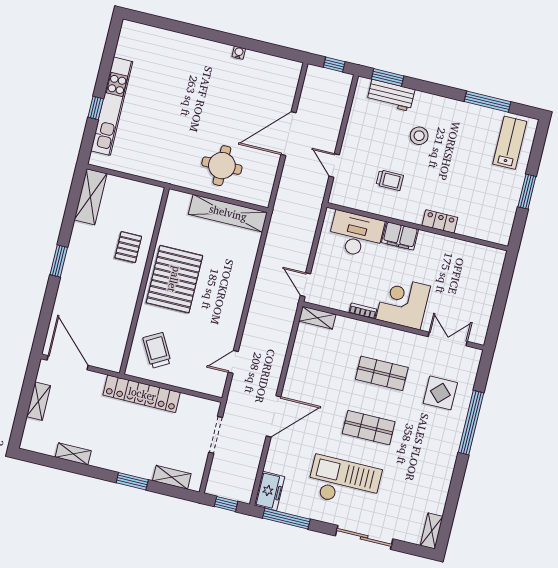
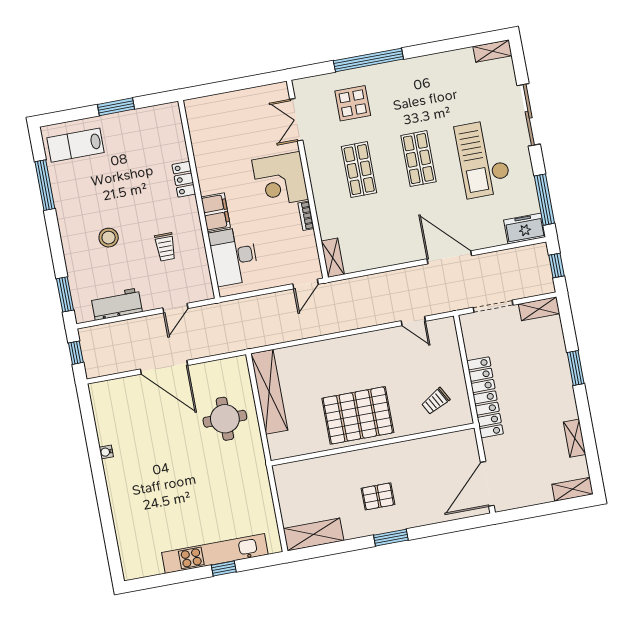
workbench: (391, 95) -> (117, 304), moved, turned -90
trolley: (390, 180) -> (165, 247), turned 180
pallet: (128, 247) -> (378, 496), moved
trolley: (157, 350) -> (436, 401), width x0.73, depth x0.72
shelving: (38, 401) -> (573, 489), moved
shelving: (172, 477) -> (539, 309), moved, turned 90

